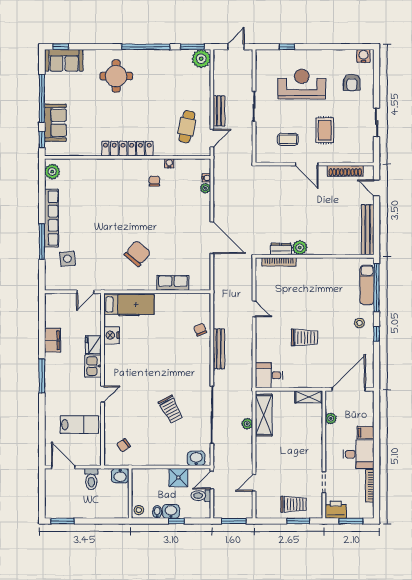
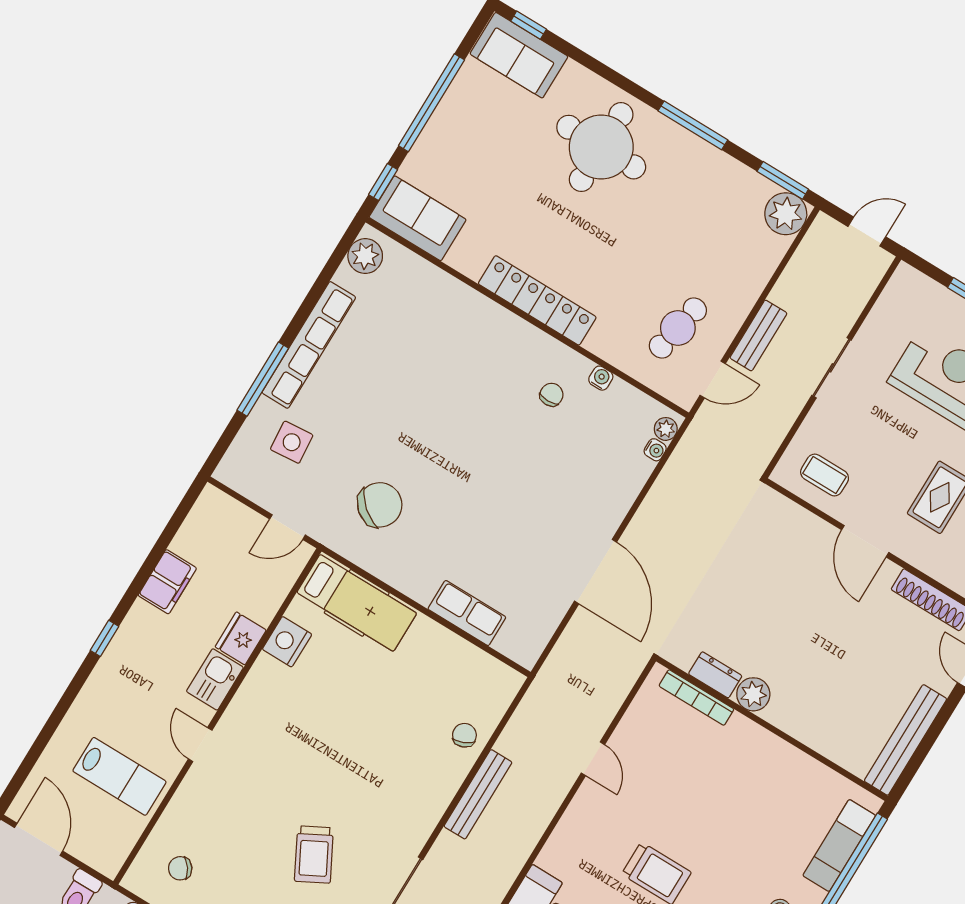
window: (146, 47) -> (693, 125), width x0.68
round table: (116, 76) -> (601, 147), width x1.36, depth x1.36
sofa: (55, 123) -> (418, 218), moved, turned -90
coffee table: (288, 139) -> (825, 475), moved
plant: (205, 188) -> (666, 429), moved
chair: (137, 253) -> (380, 505), moved
window: (42, 376) -> (105, 638), width x0.46
door: (102, 394) -> (200, 745), swing flipped

